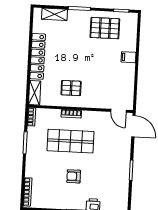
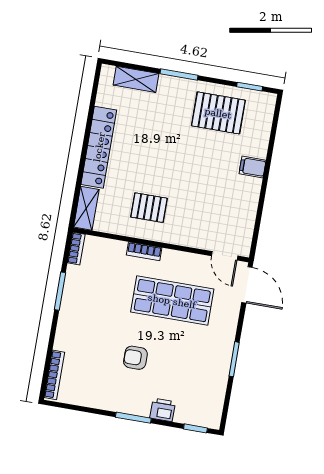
shop shelf: (70, 141) -> (172, 301), moved

